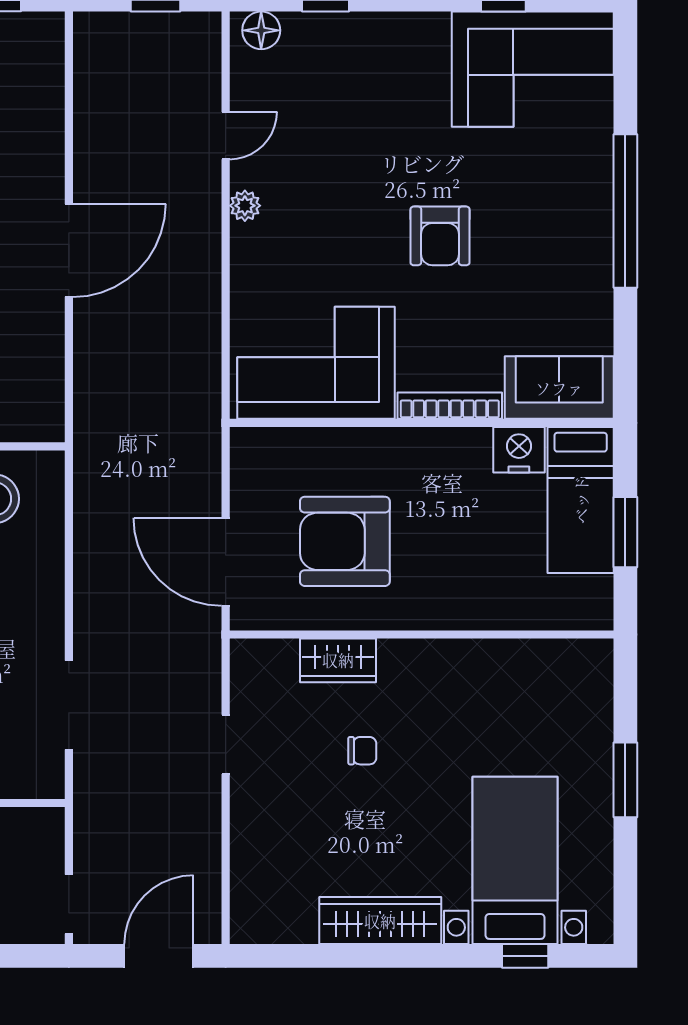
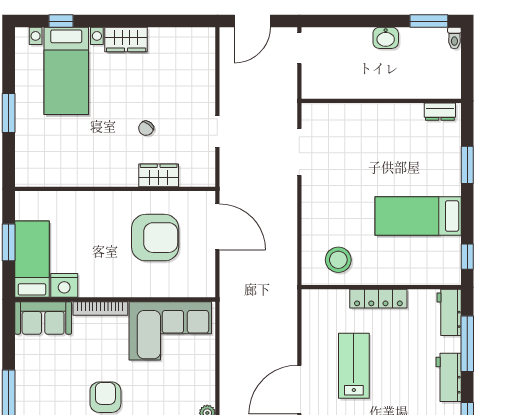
chair: (362, 751) -> (146, 128), turned -51
wardrobe: (380, 921) -> (126, 39), width x0.67

